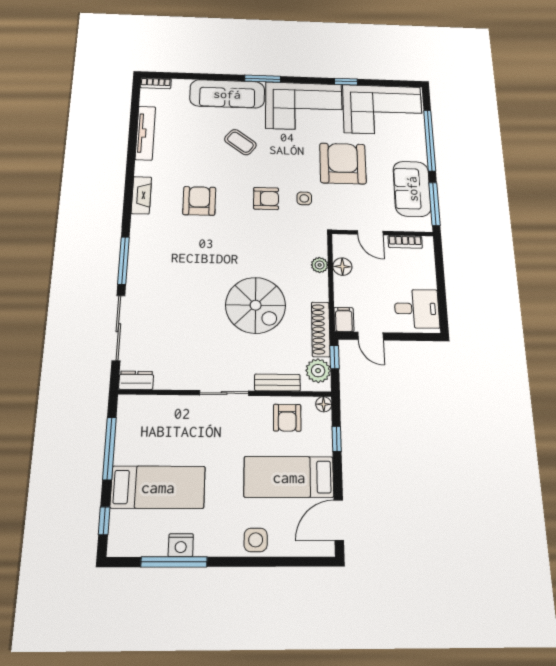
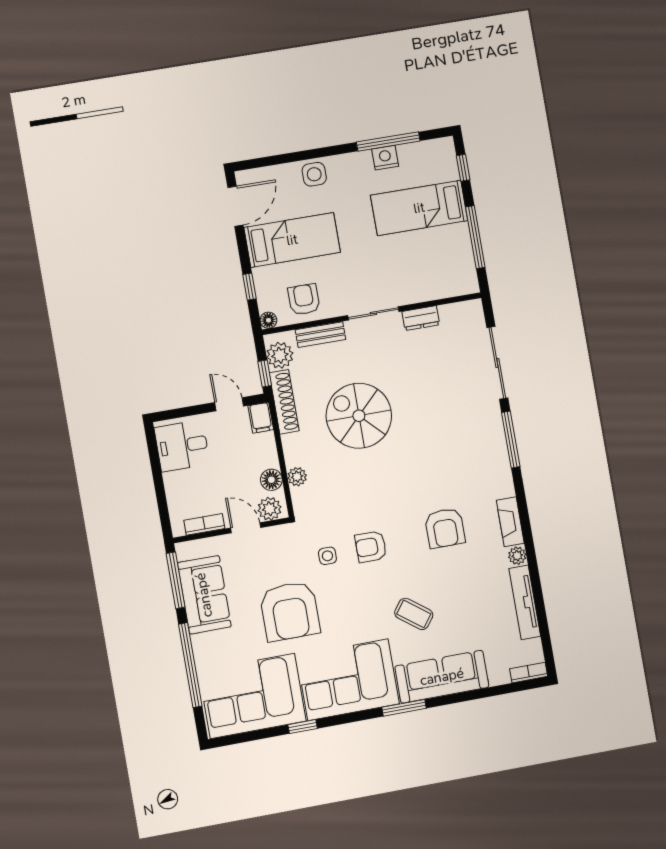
plant: (142, 168) -> (517, 556), added
plant: (348, 244) -> (270, 509), added
dresser: (136, 380) -> (421, 318), moved

